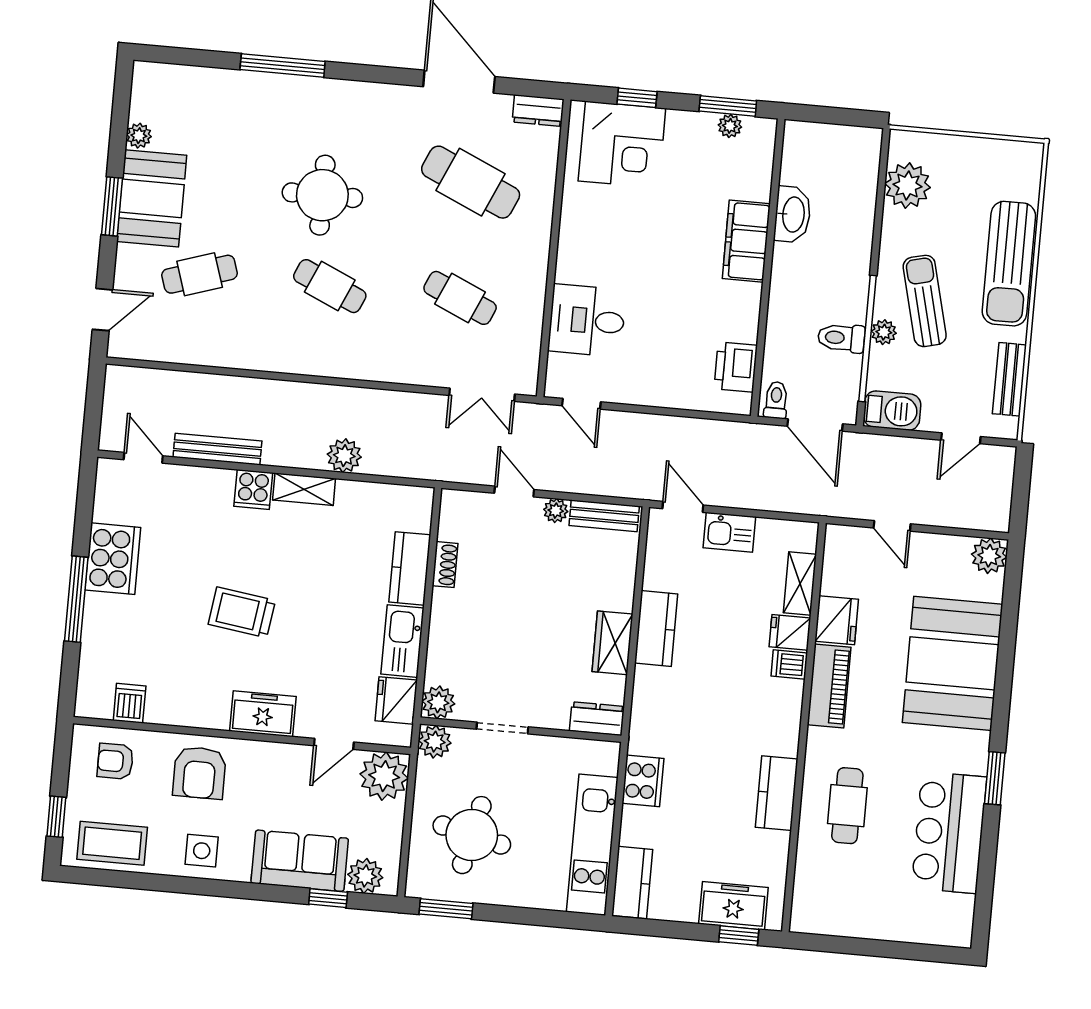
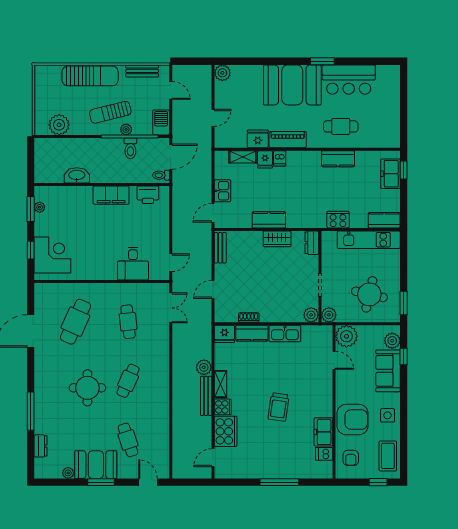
dresser: (538, 111) -> (40, 446), moved
filing cabinet: (746, 241) -> (111, 195), moved
cafe table: (460, 298) -> (128, 322), turned -30
bench: (217, 449) -> (206, 396), moved
plant: (556, 511) -> (220, 270), removed
cooker: (113, 559) -> (226, 431), moved, turned 90
booth: (953, 663) -> (292, 85), moved
fridge: (396, 700) -> (224, 334), moved
freezer: (263, 714) -> (323, 432), moved
armchair: (199, 773) -> (352, 420), width x1.36, depth x1.36

